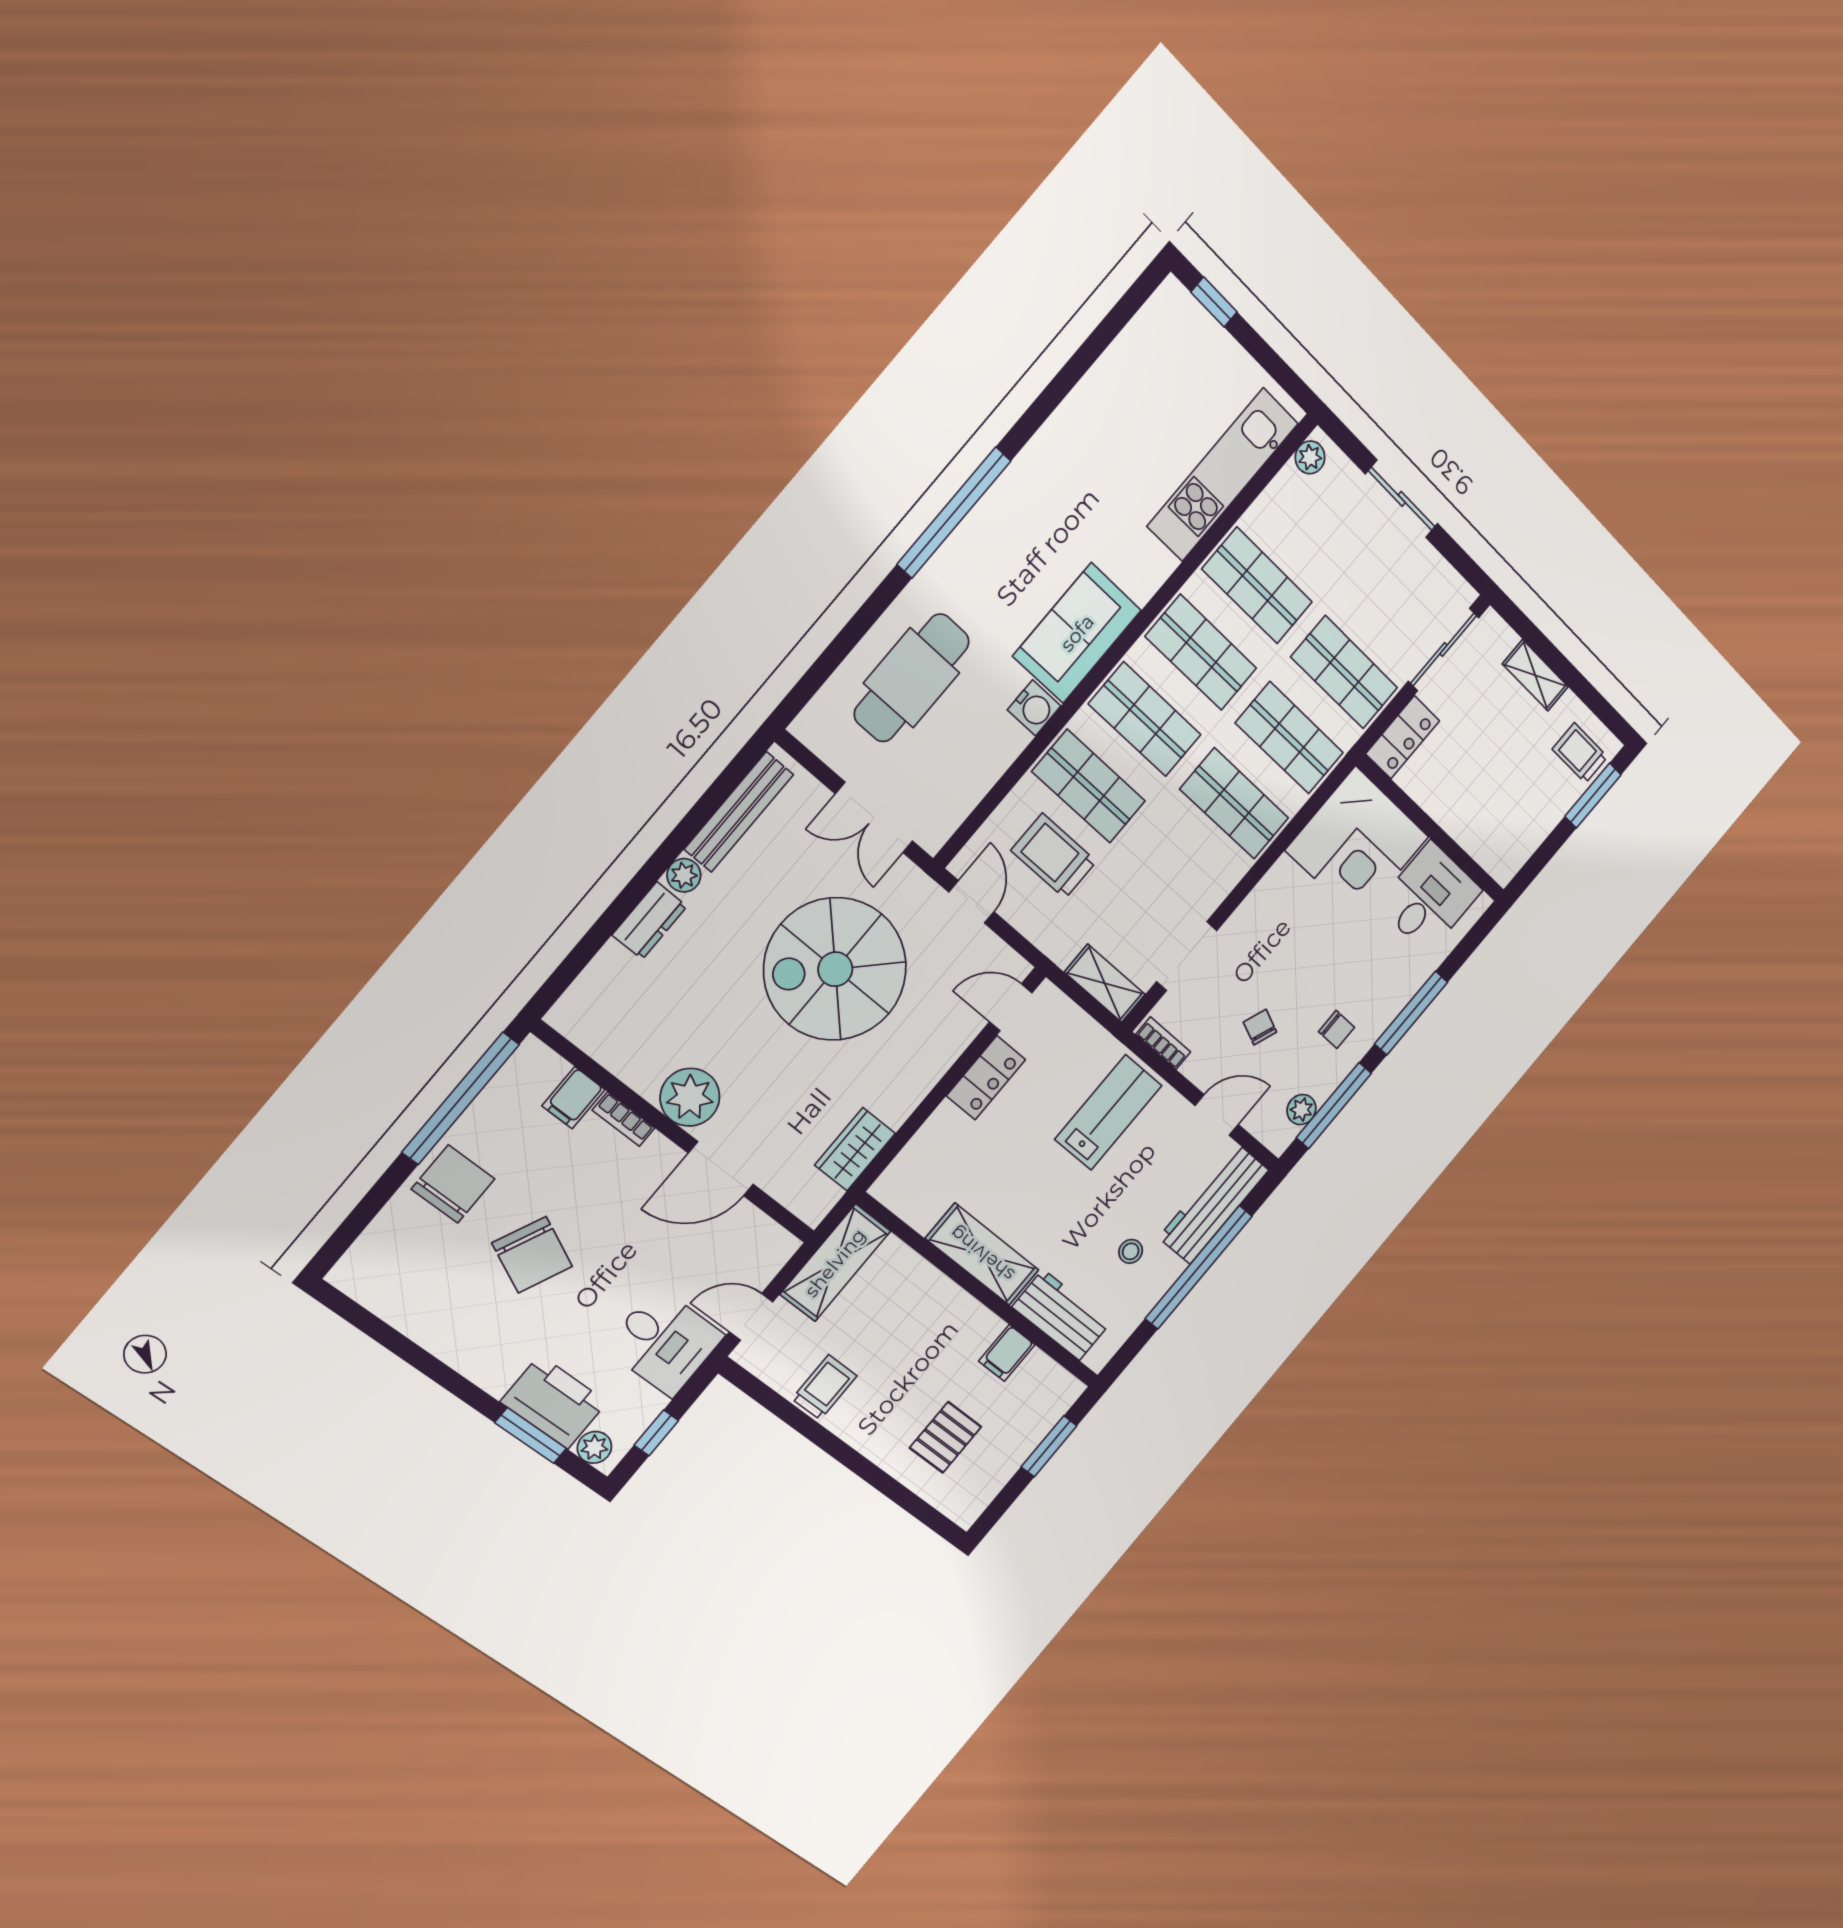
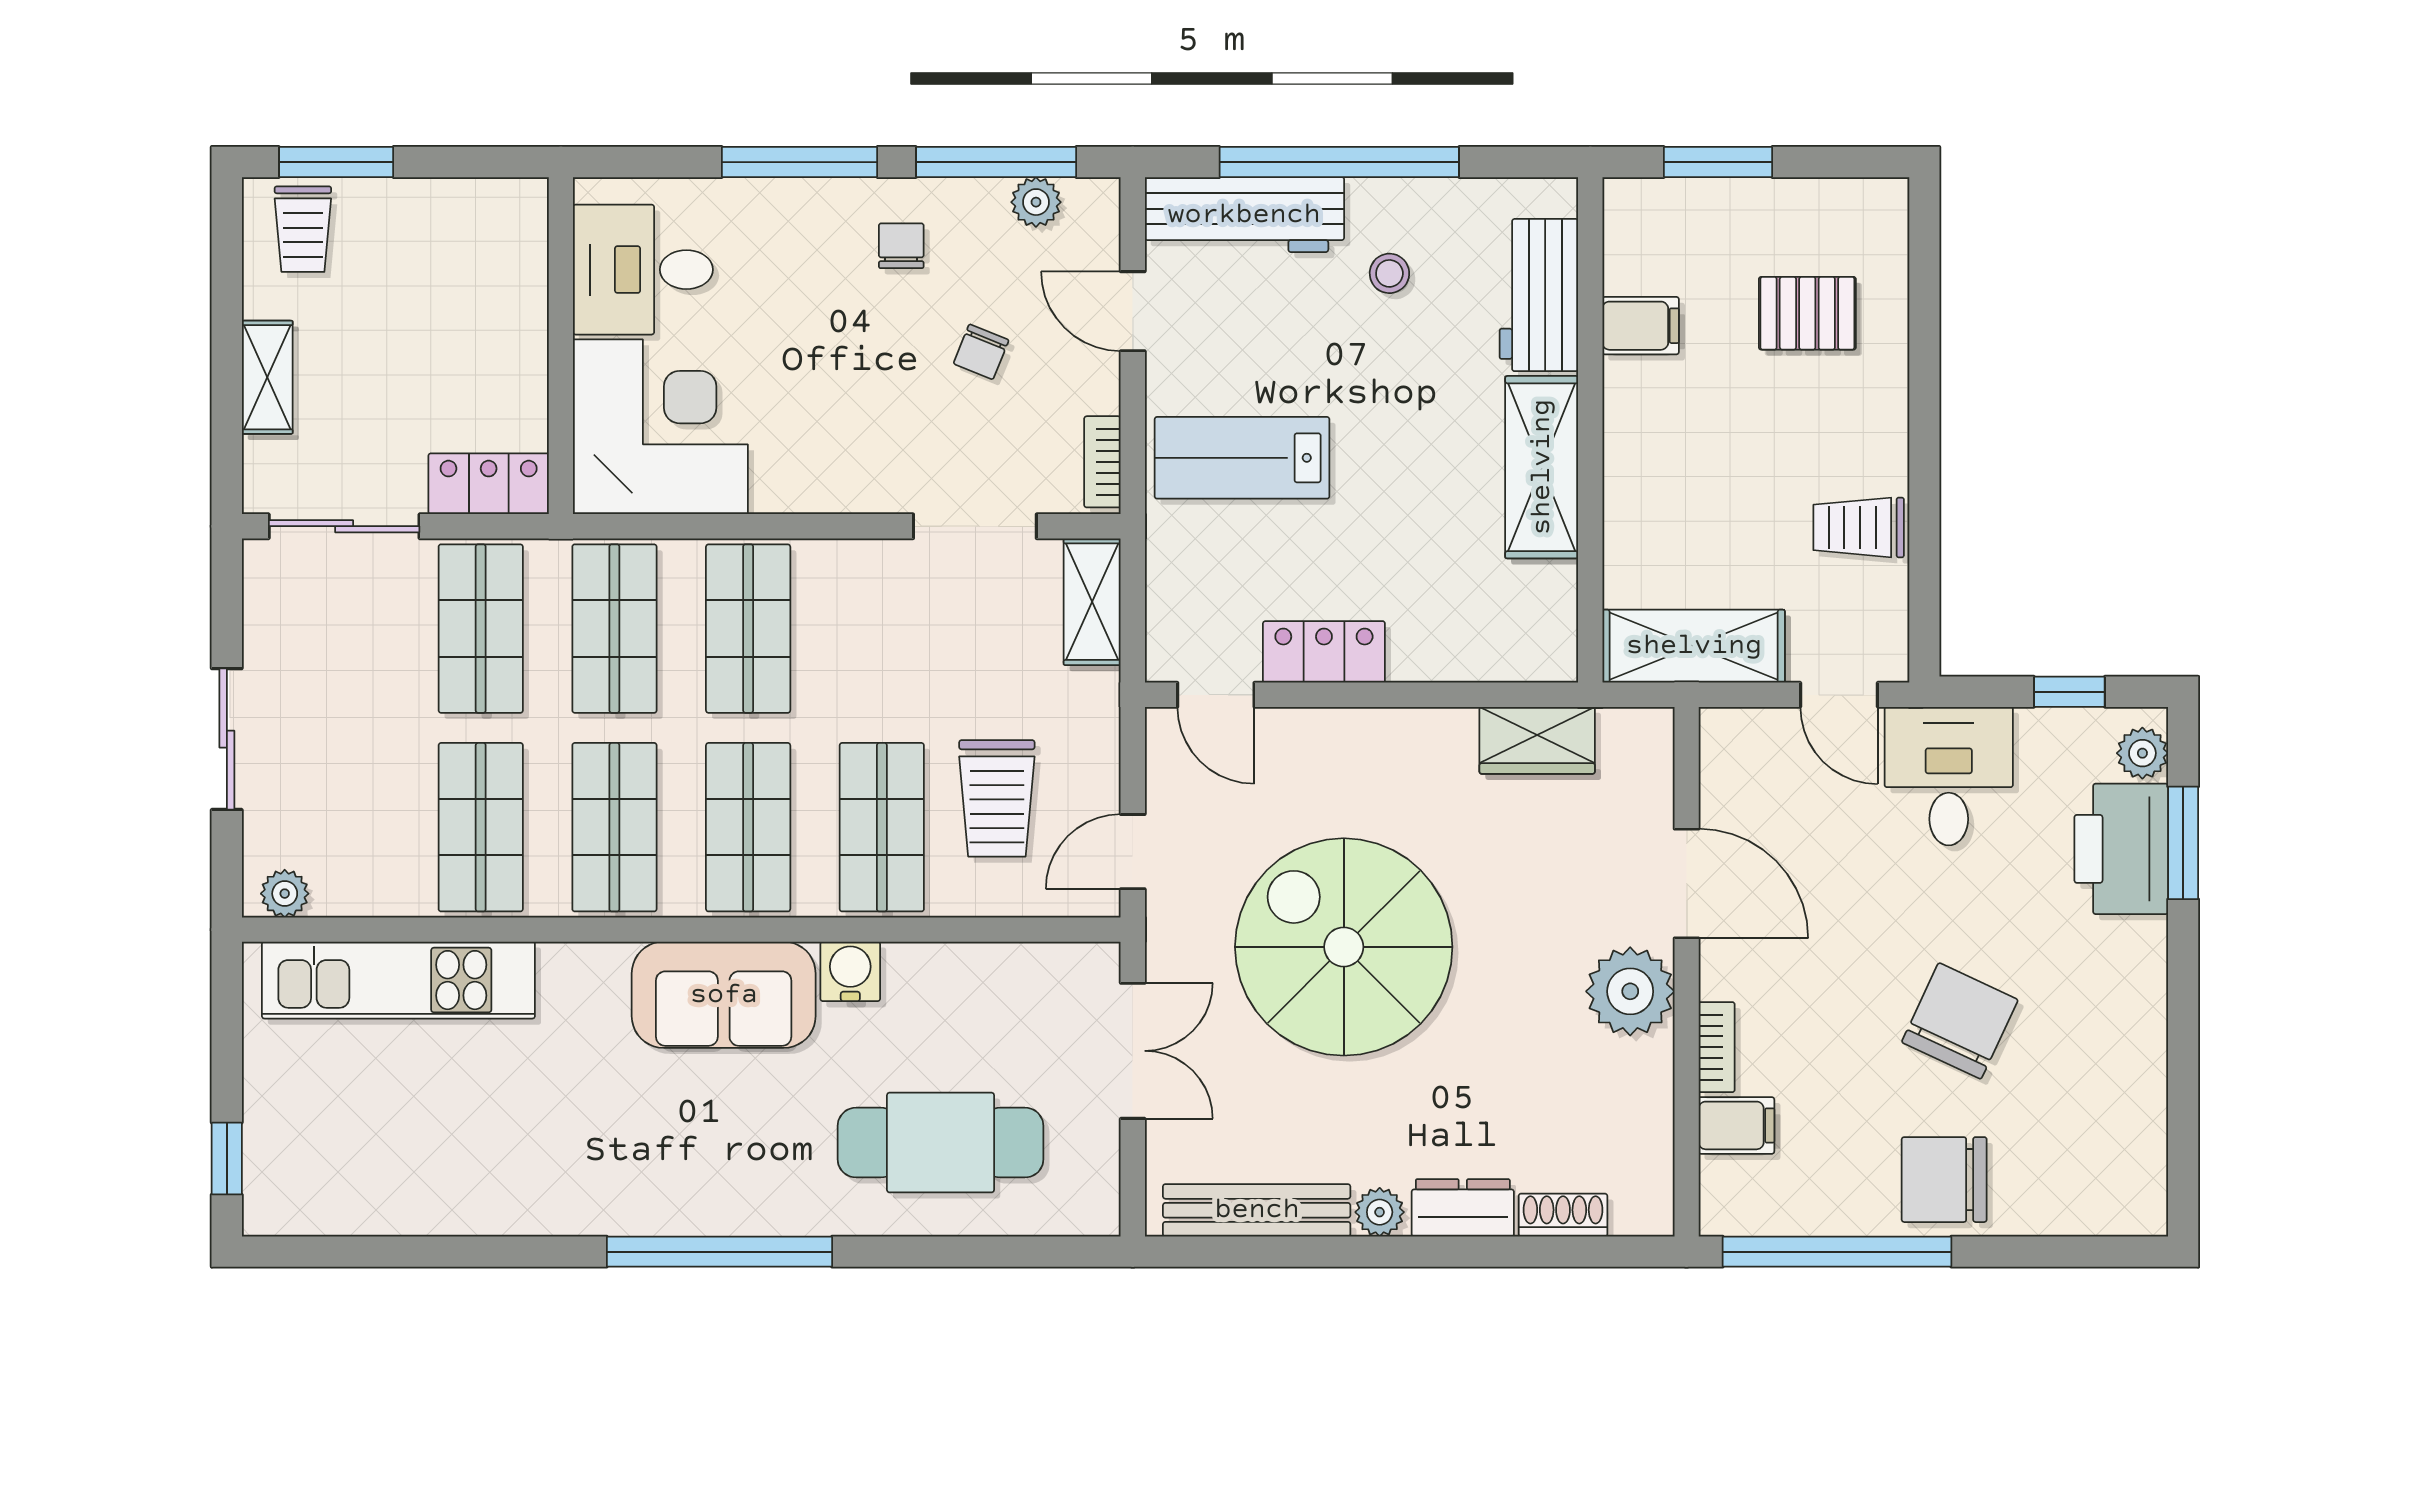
spiral stairs: (835, 969) -> (1344, 947), turned 180
shoe rack: (602, 970) -> (1563, 1215), added

